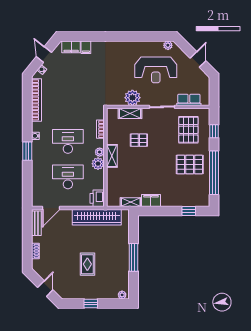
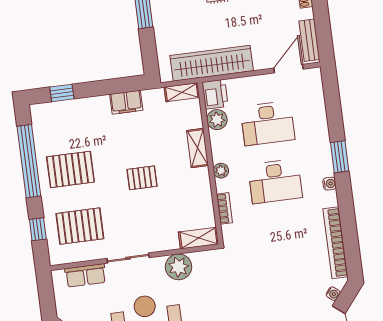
shelving: (130, 113) -> (198, 238), moved
pallet: (188, 130) -> (80, 226), turned 90
pallet: (139, 140) -> (142, 178), moved
shelving: (112, 156) -> (197, 148), moved
plant: (98, 164) -> (217, 120), moved
shelving: (131, 202) -> (182, 92), moved

